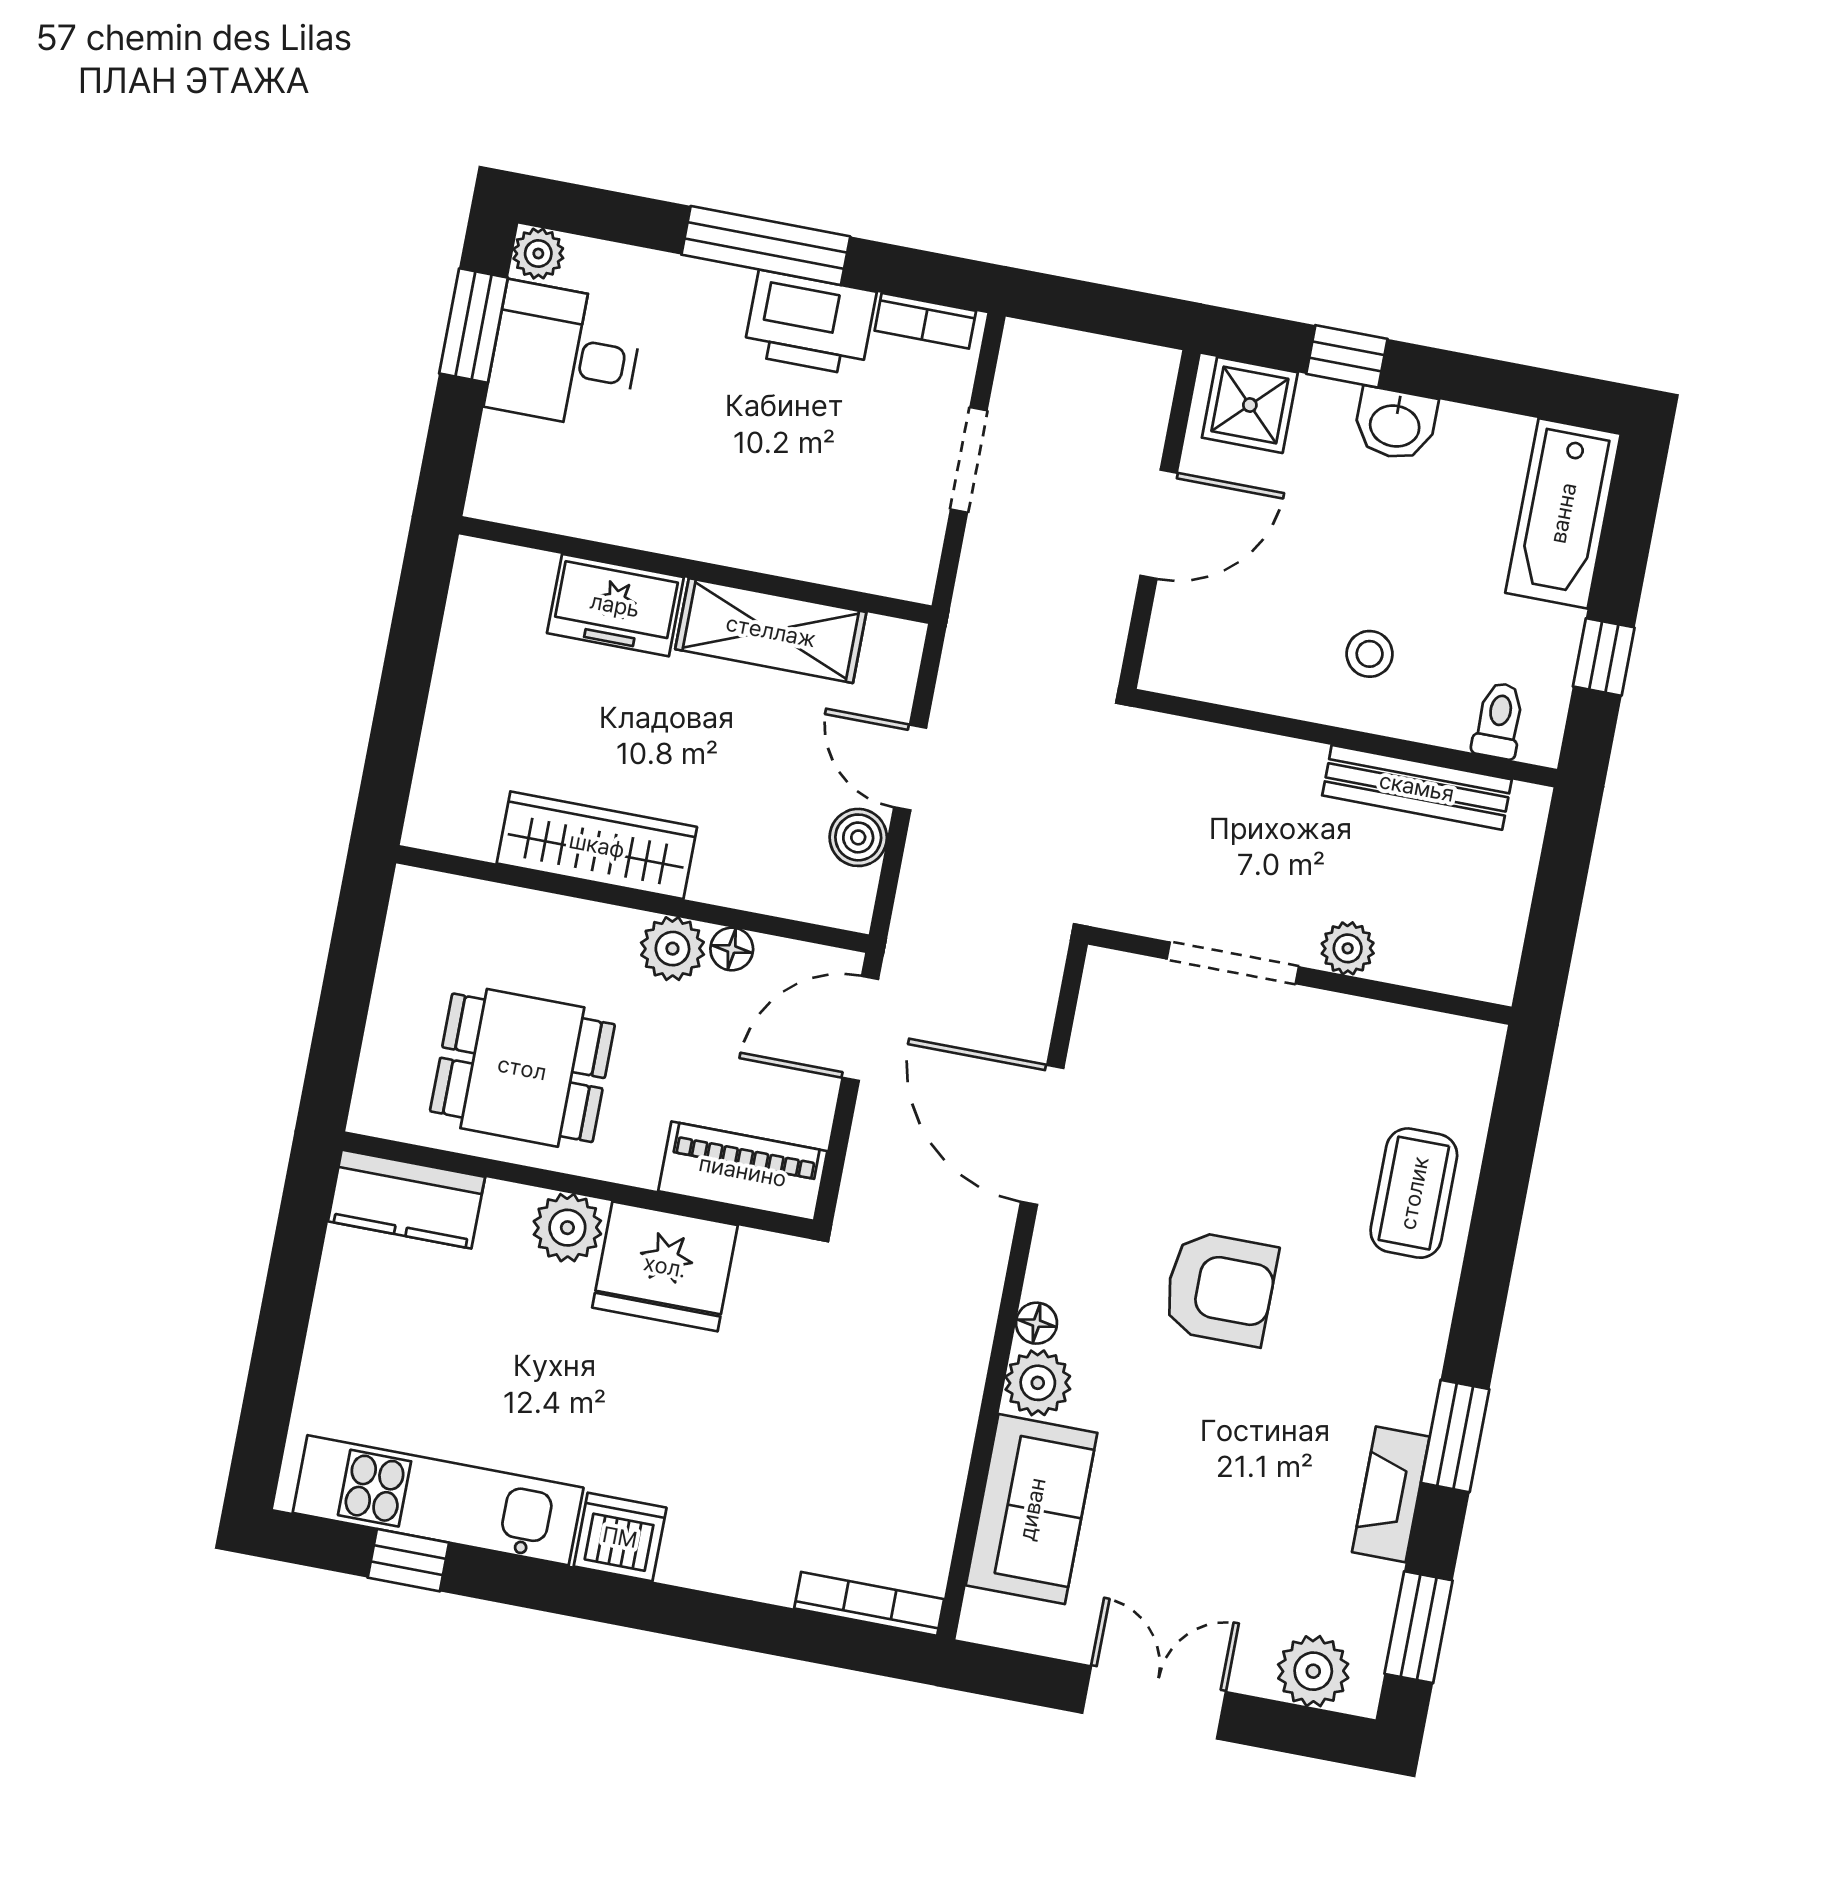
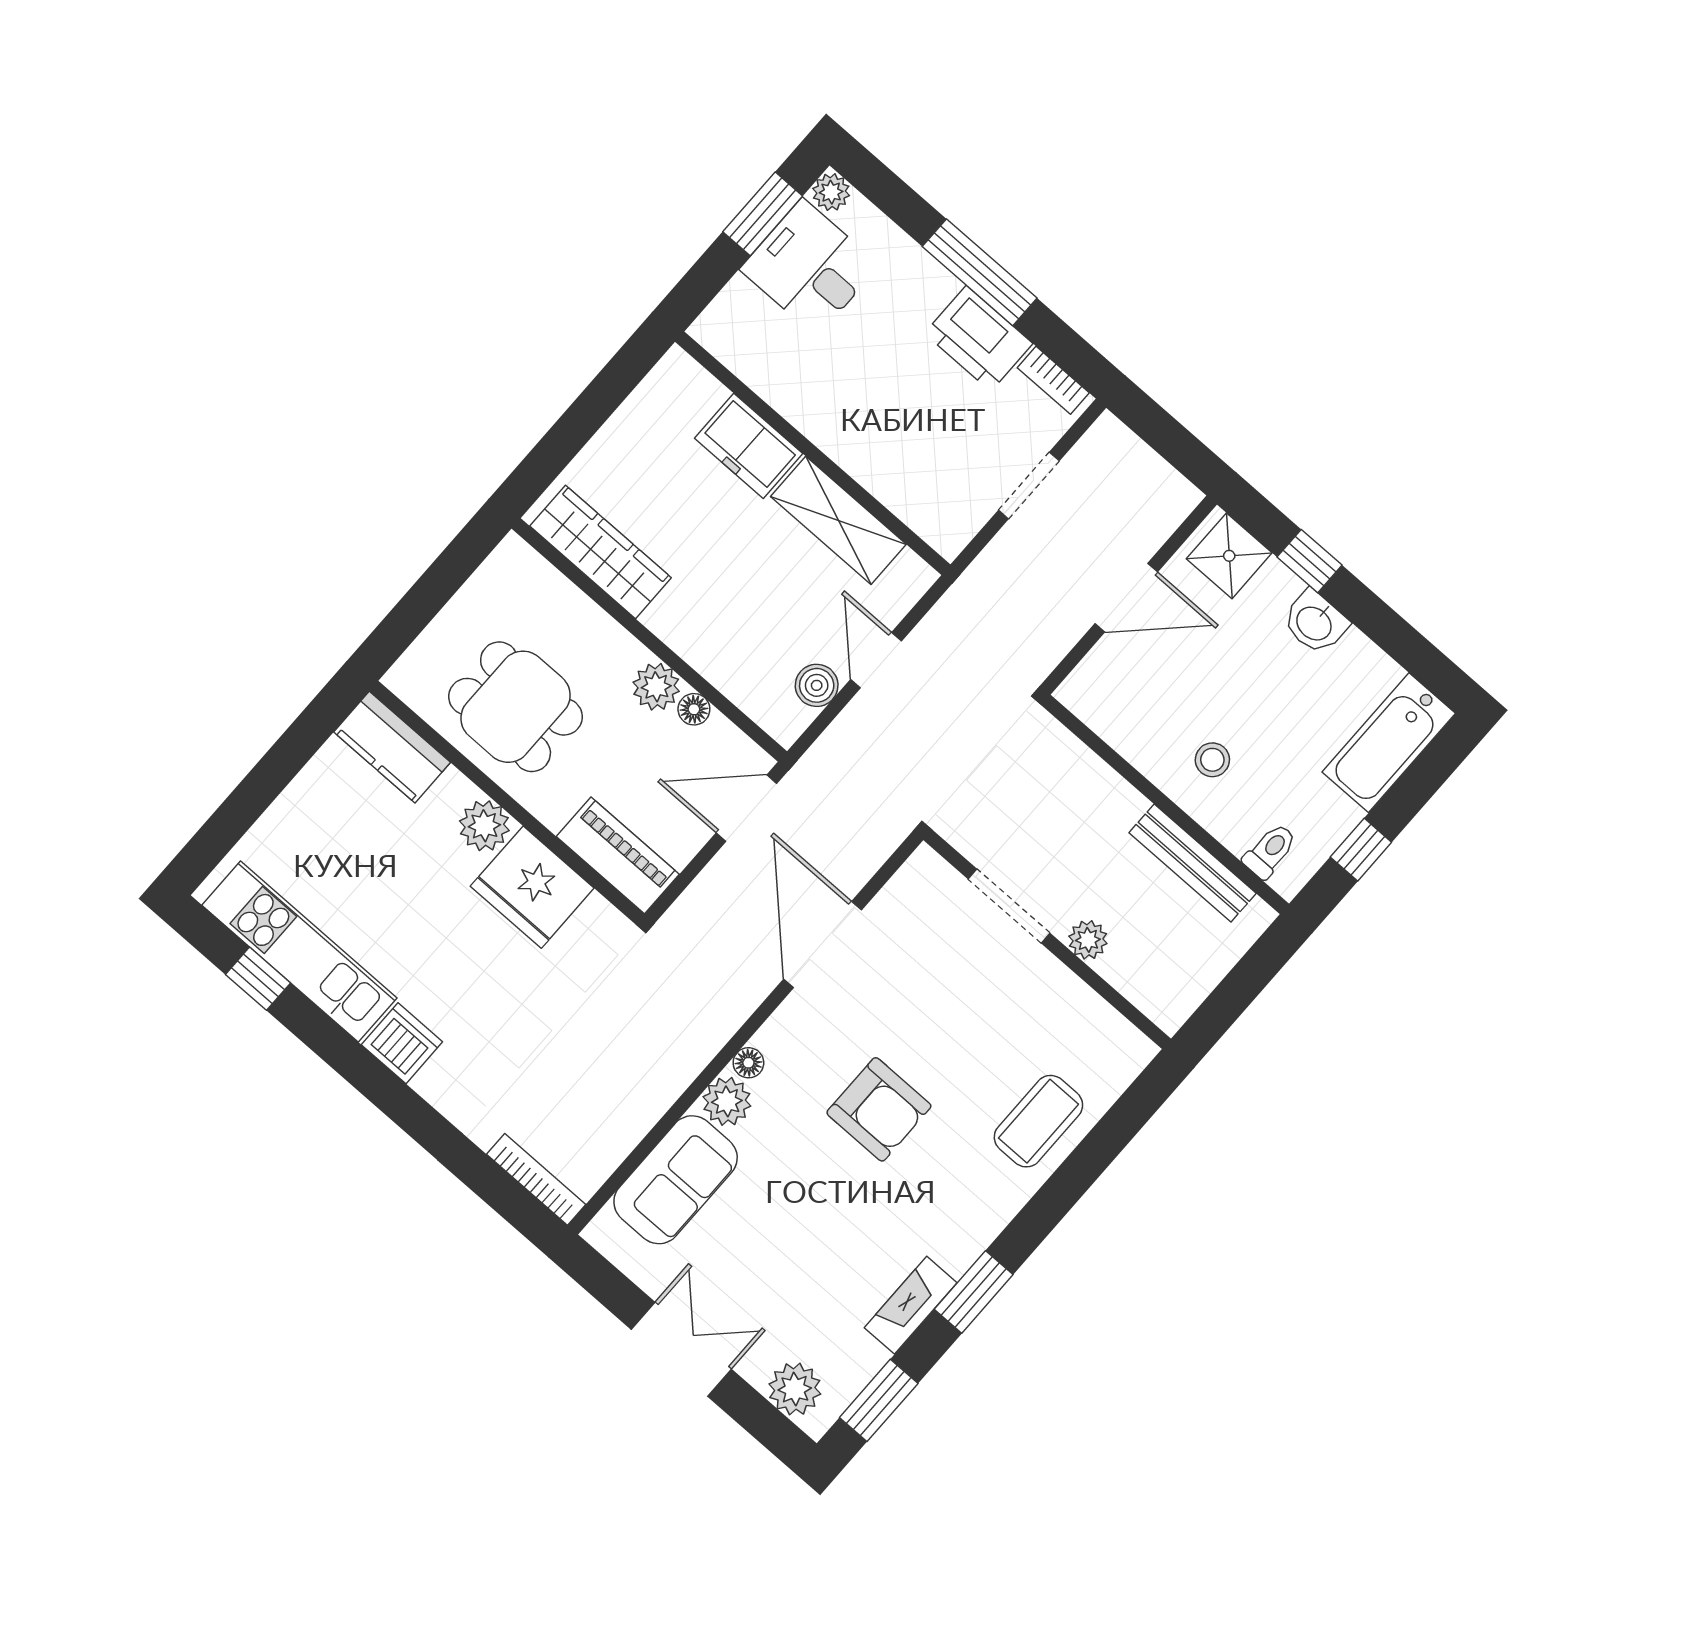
wardrobe: (597, 845) -> (600, 552), moved

